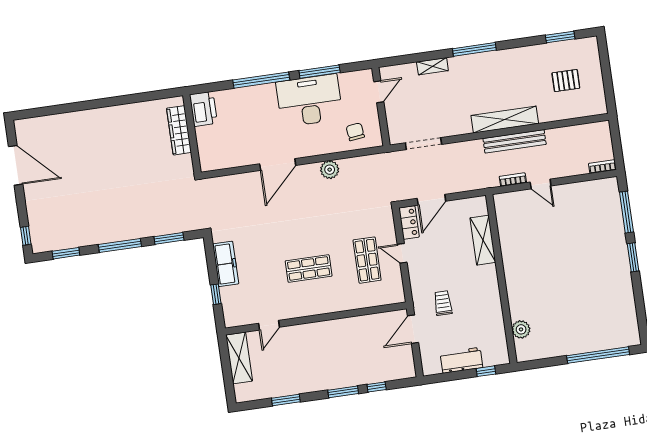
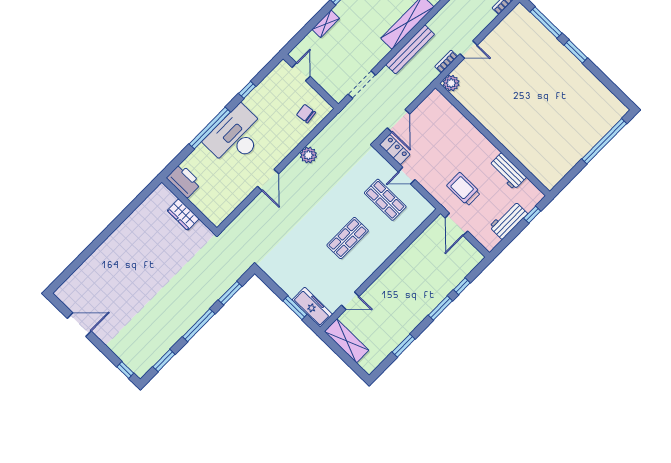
window: (320, 72) -> (247, 90), width x0.46
desk: (309, 101) -> (236, 136), moved
wardrobe: (179, 130) -> (183, 215), width x0.67
bench: (515, 141) -> (410, 49), moved
door: (16, 165) -> (79, 325), width x0.73
door: (278, 165) -> (268, 180), width x0.73
shelving: (483, 240) -> (458, 122), removed
freezer: (226, 264) -> (312, 307), moved
window: (216, 294) -> (295, 308), width x1.50
trolley: (443, 303) -> (464, 189), width x1.36, depth x1.39
workbench: (493, 317) -> (508, 171), added
door: (269, 325) -> (350, 301), hinge flipped
plant: (521, 329) -> (451, 83), moved

